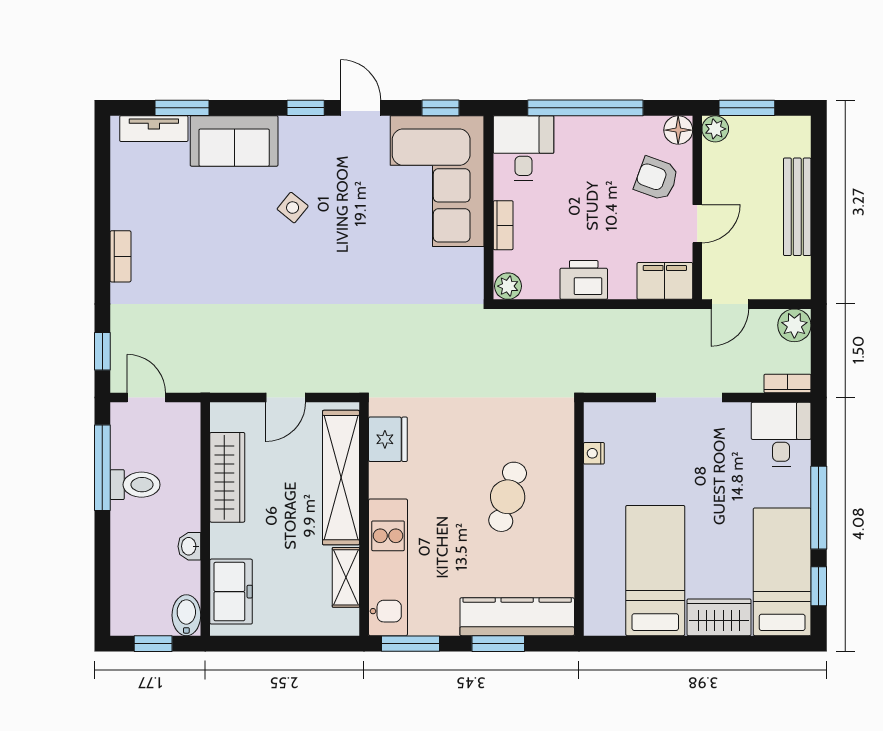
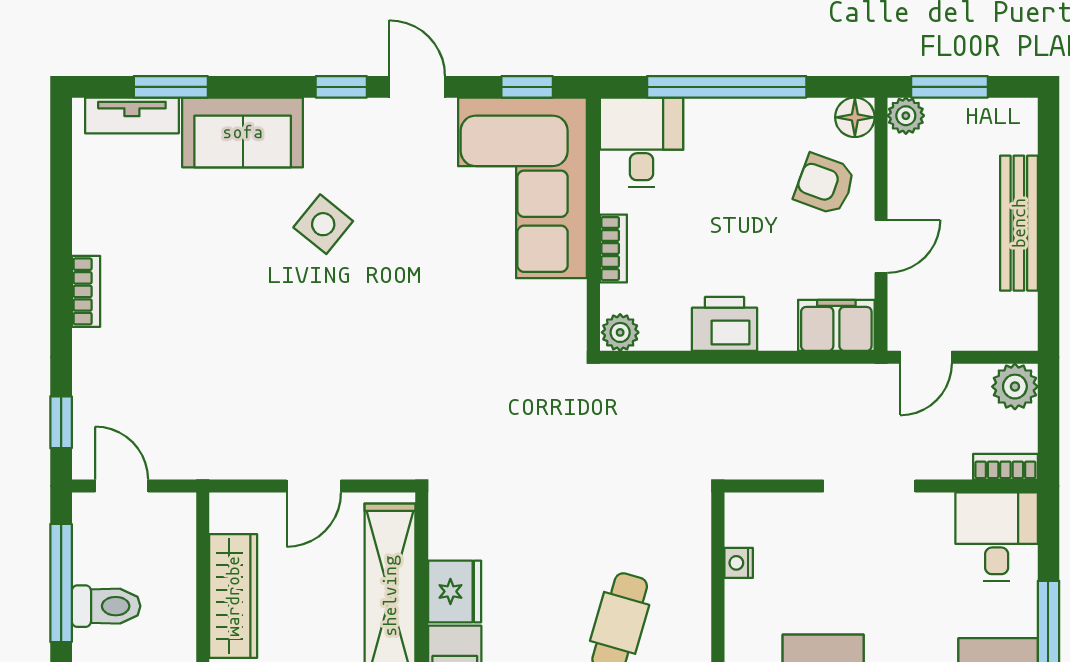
side table: (293, 208) -> (323, 224), width x1.37, depth x1.37
fridge: (388, 439) -> (455, 591), moved

